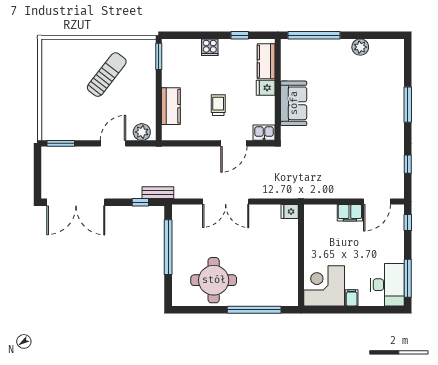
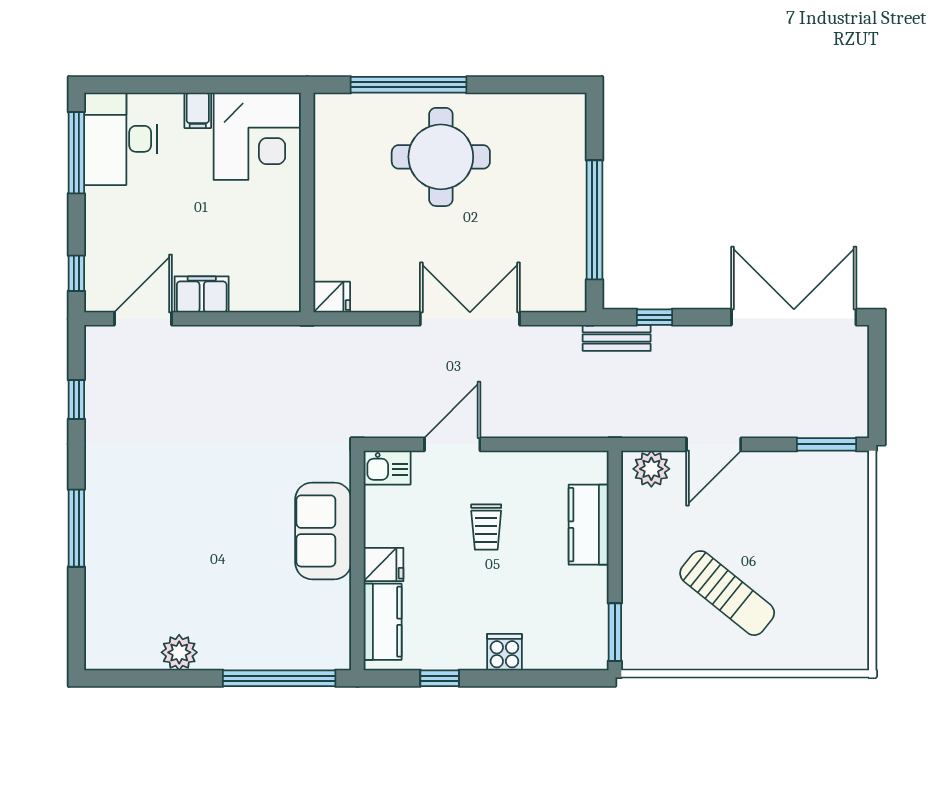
sun lounger: (107, 75) -> (727, 593), turned -89
round table: (214, 280) -> (441, 157), moved

